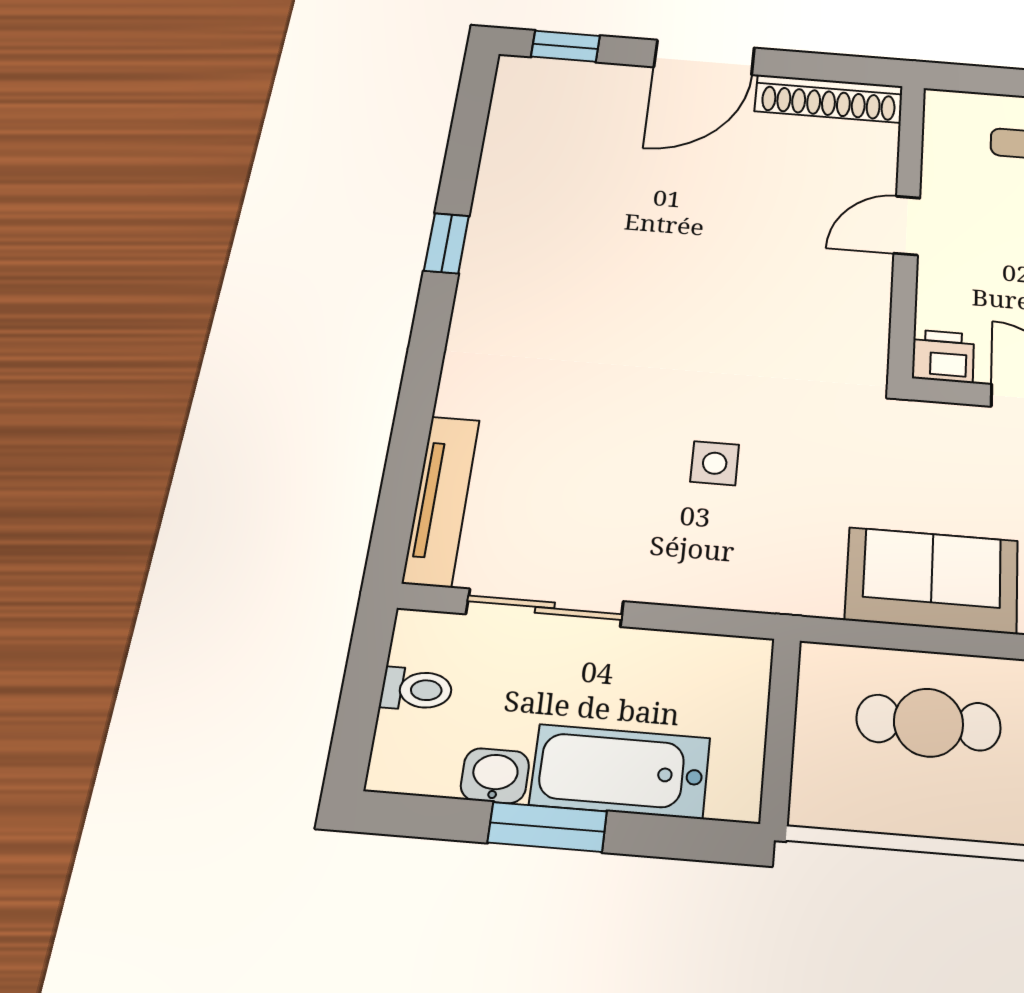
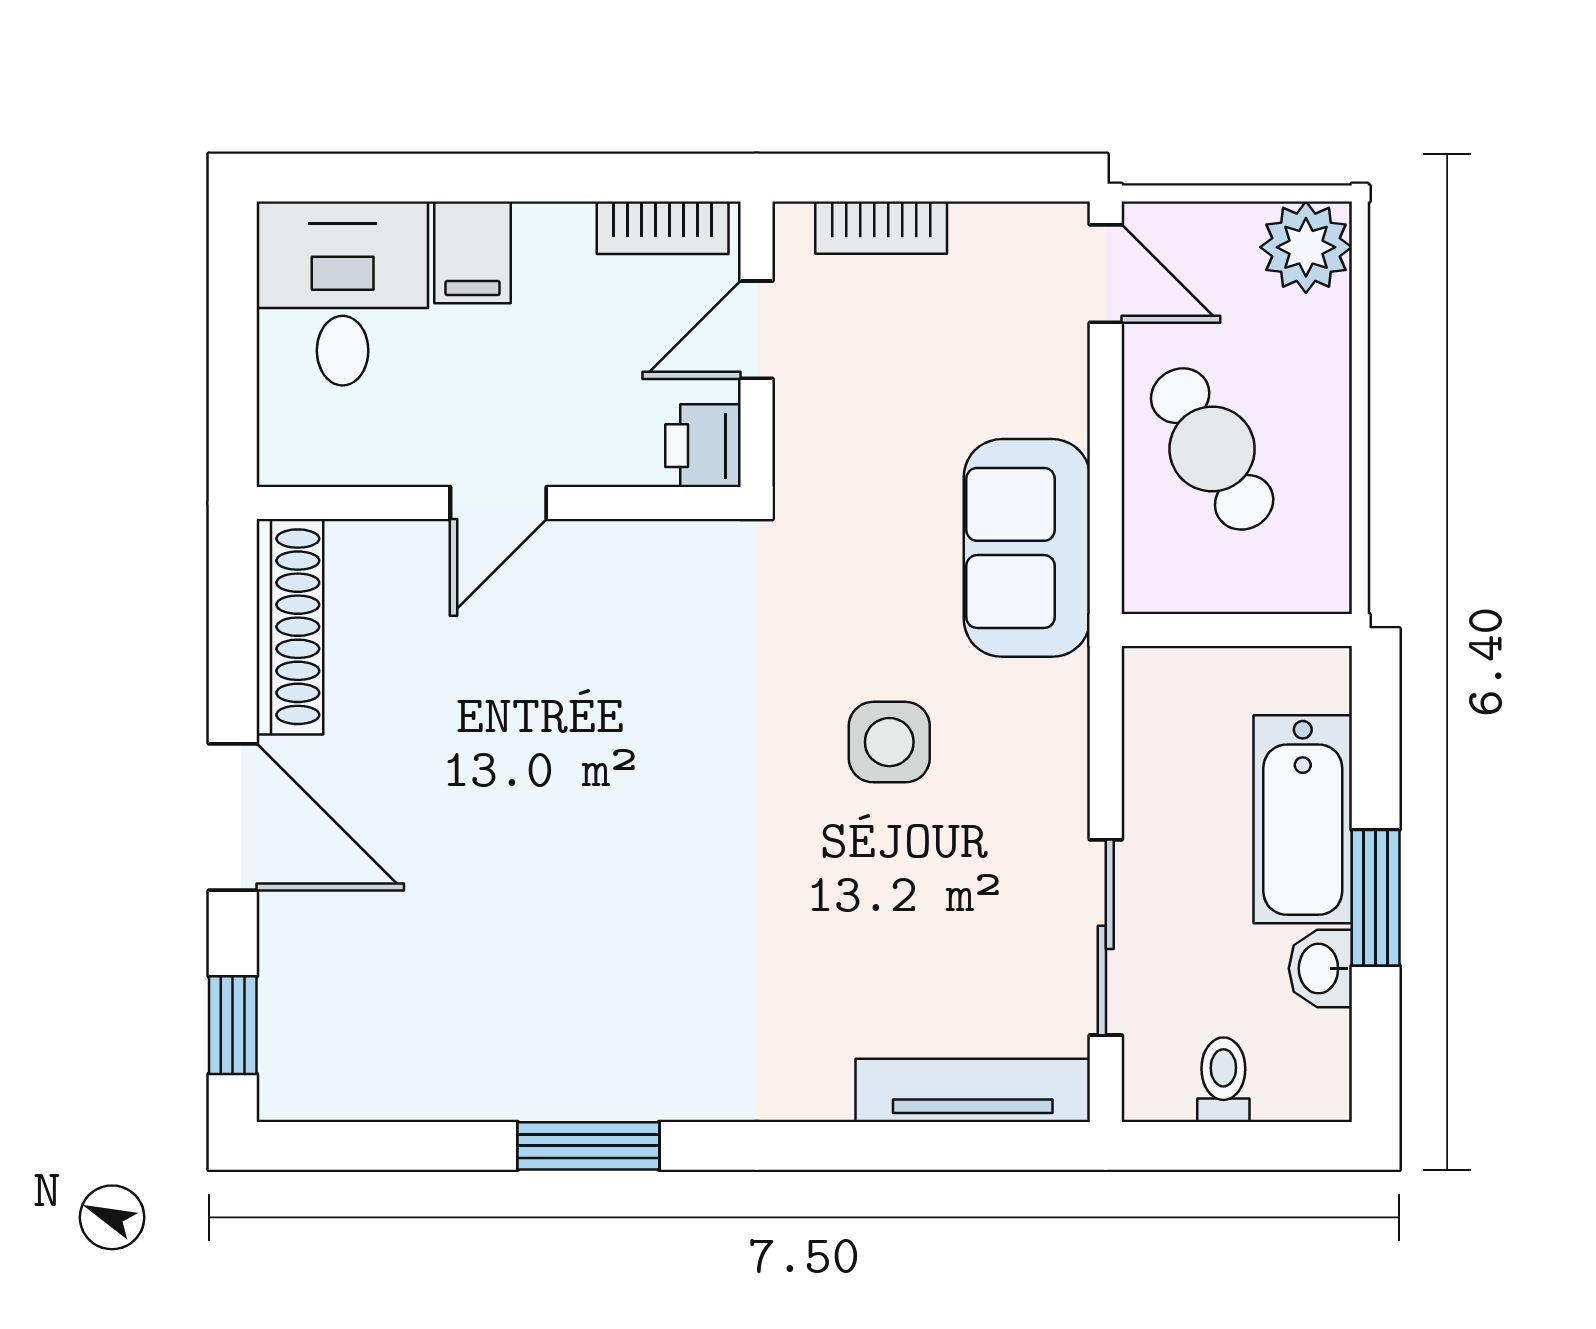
door: (907, 225) -> (498, 503), hinge flipped
window: (447, 243) -> (588, 1146), width x1.50
side table: (715, 463) -> (889, 742), width x1.37, depth x1.37
sofa: (932, 580) -> (1027, 548), moved
cafe table: (928, 723) -> (1212, 449), turned -31

